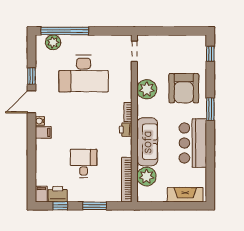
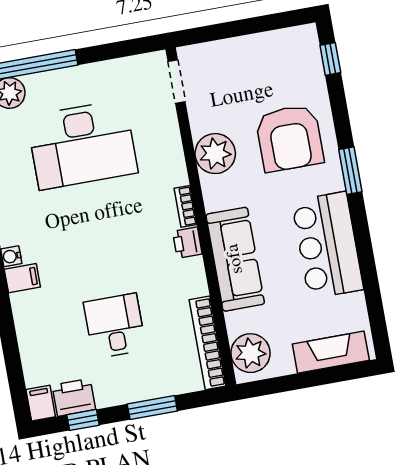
plant: (146, 176) -> (251, 353), moved

